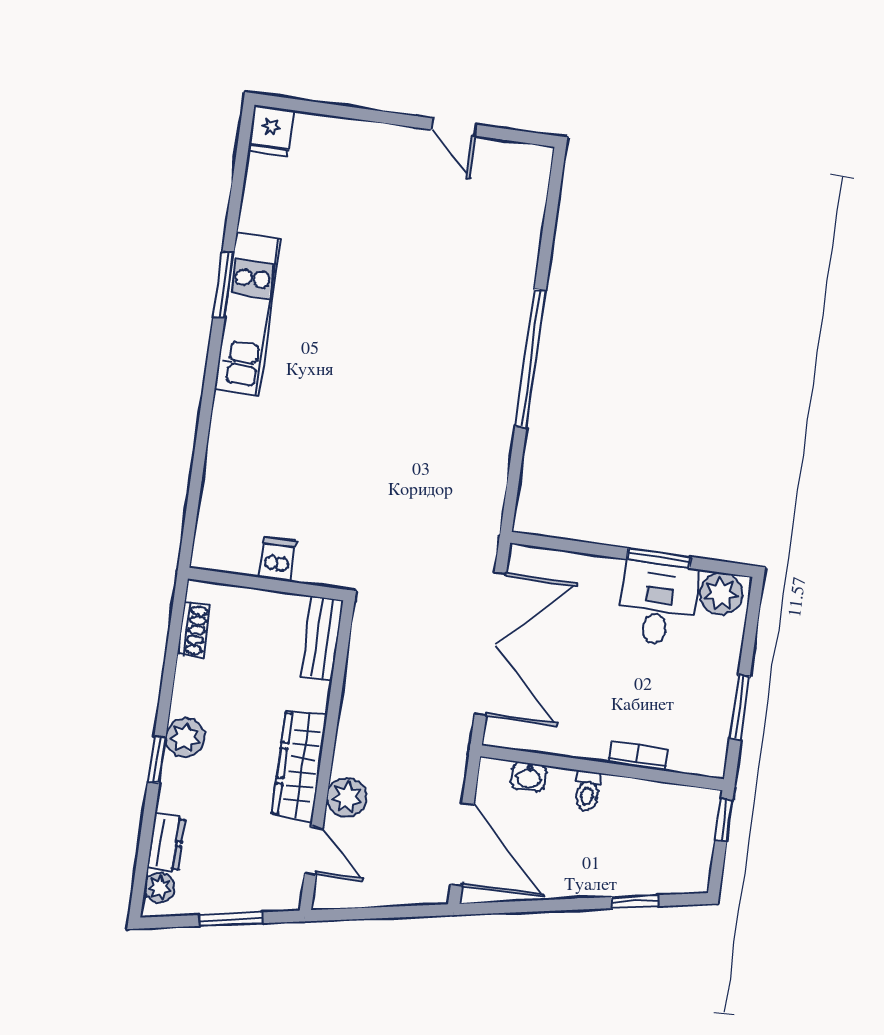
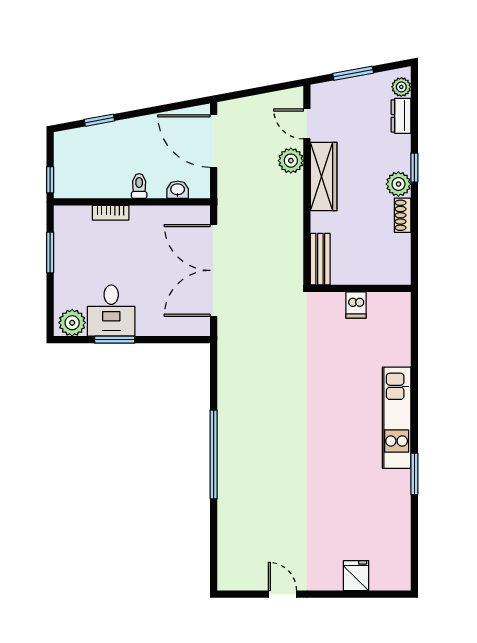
fridge: (271, 131) -> (356, 576), moved
kitchen unit: (247, 315) -> (397, 418), moved
shoe rack: (194, 630) -> (403, 215), moved

